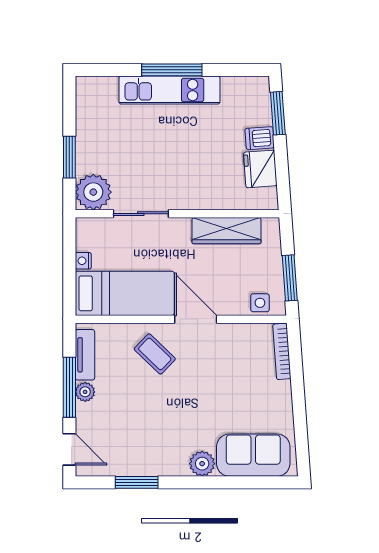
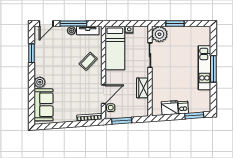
wardrobe: (226, 231) -> (143, 88), width x0.67
door: (196, 319) -> (103, 94), moved

